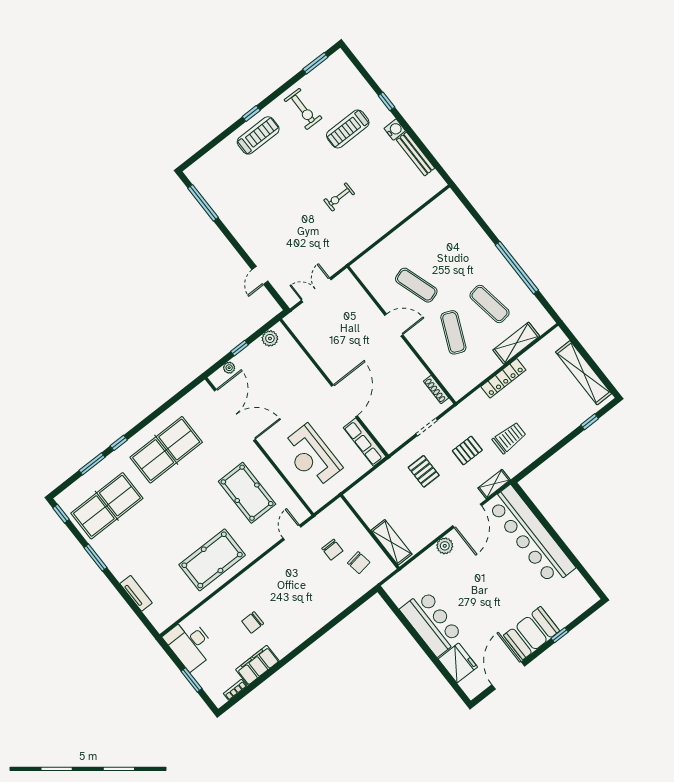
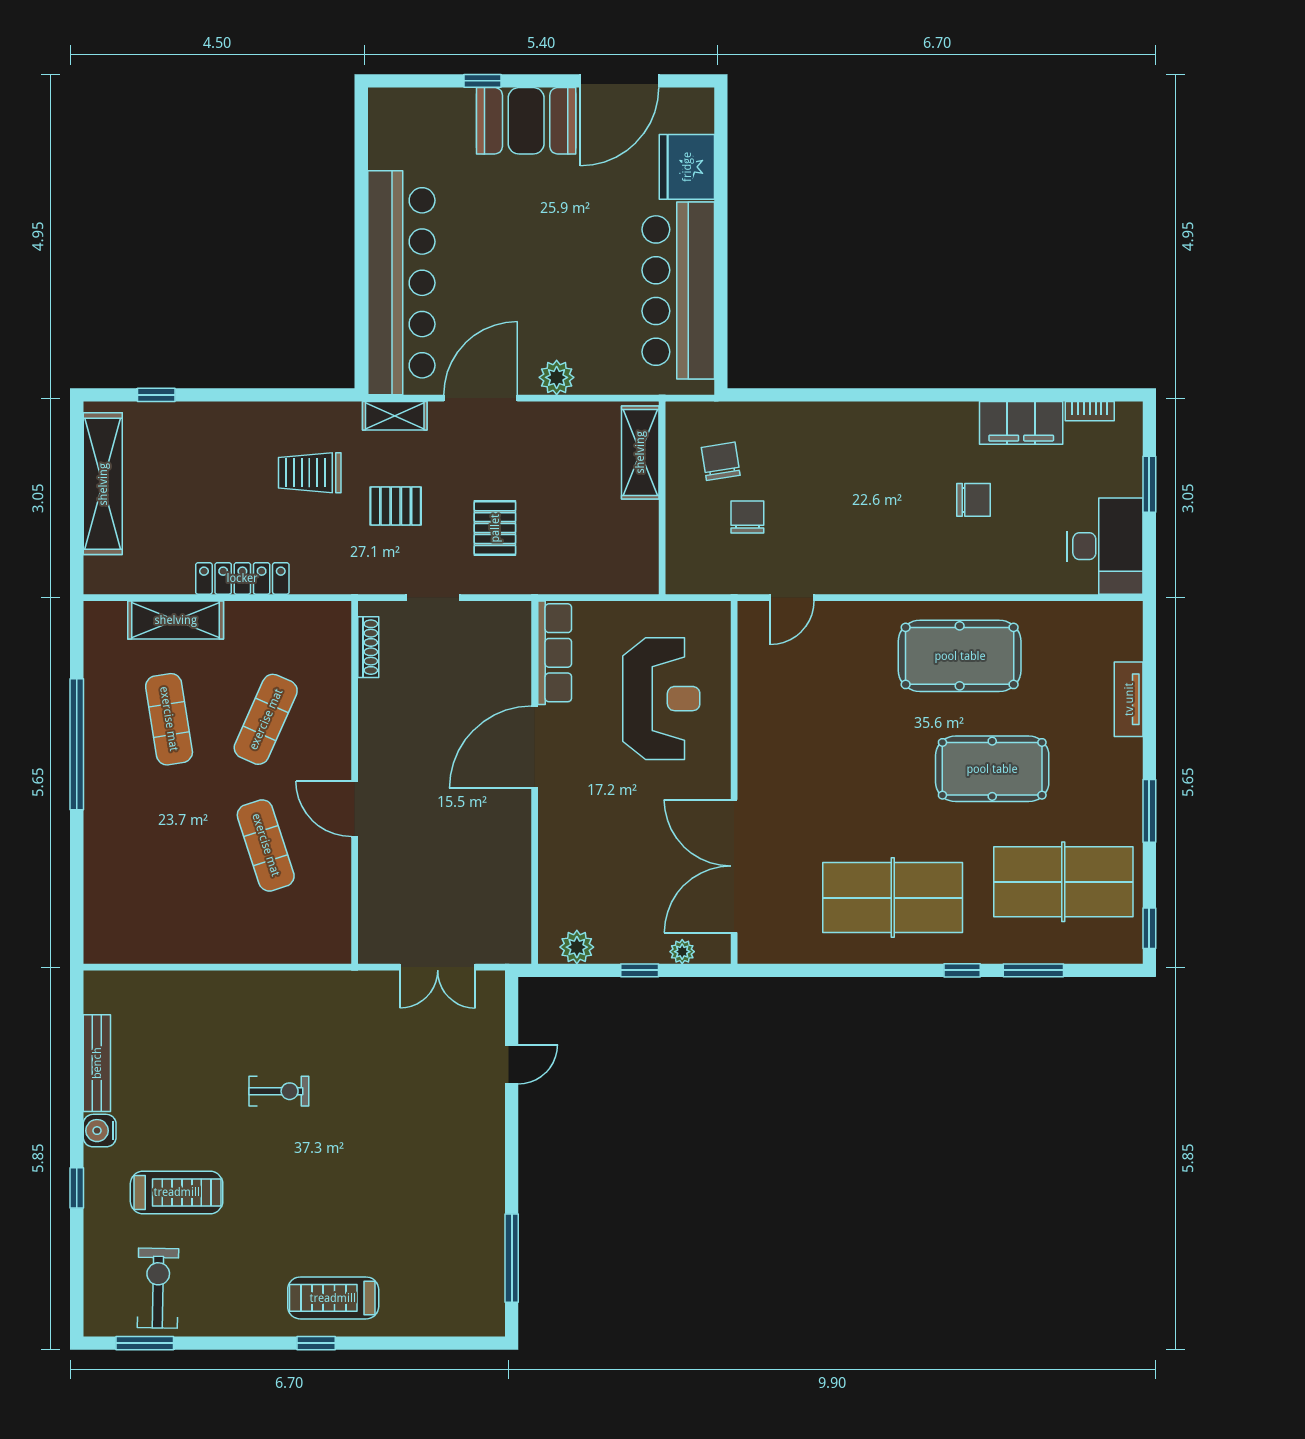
exercise bike: (303, 109) -> (158, 1288), moved
pool table: (247, 493) -> (992, 769), moved, turned 90
bar counter: (432, 623) -> (678, 291), width x1.36

